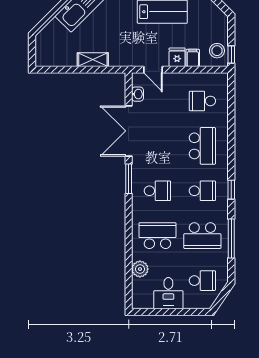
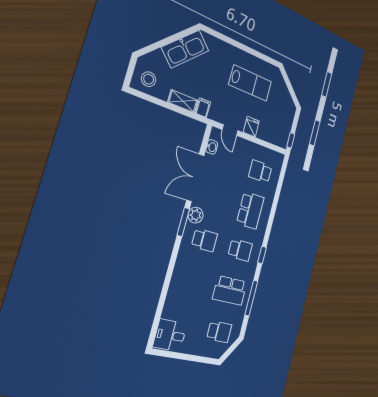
stool: (217, 51) -> (149, 79), moved
filing cabinet: (193, 58) -> (203, 108), moved
school desk: (157, 236) -> (193, 282), removed
plant: (140, 269) -> (196, 215), moved
desk: (168, 293) -> (170, 335), moved, turned 90

